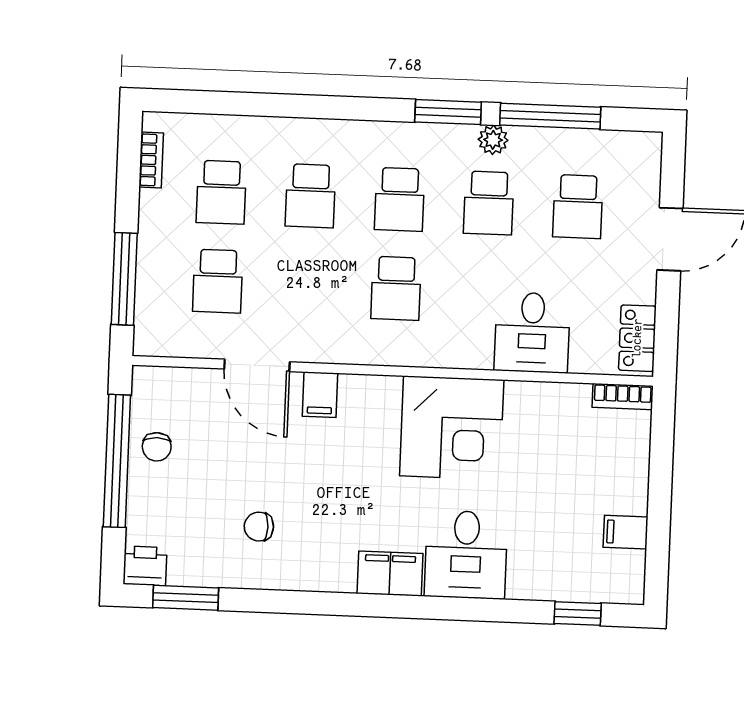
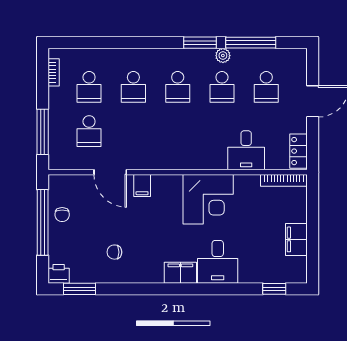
school desk: (396, 288) -> (178, 131), removed
bookcase: (623, 397) -> (284, 180), width x1.56
filing cabinet: (626, 532) -> (296, 239), width x2.00

